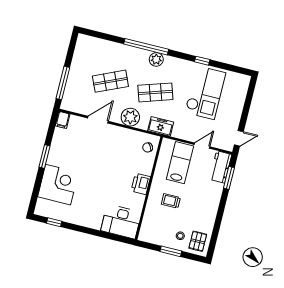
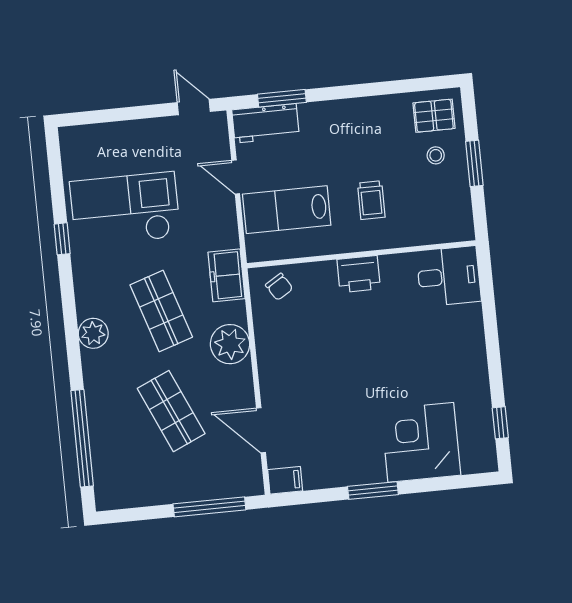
window: (146, 47) -> (82, 438), moved
door: (98, 120) -> (261, 430), moved
desk: (121, 221) -> (449, 276), width x0.73

